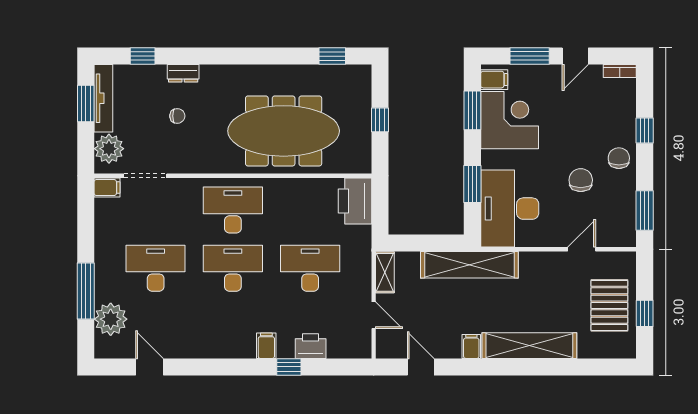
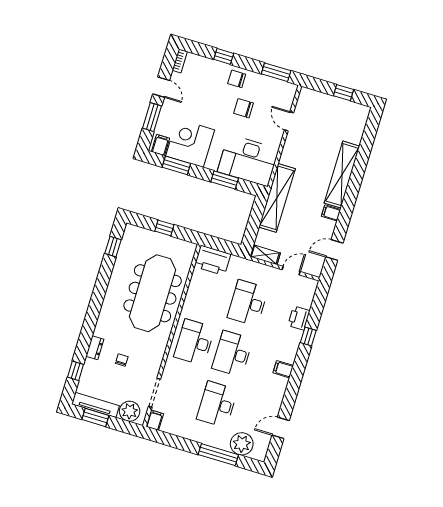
pallet: (609, 305) -> (331, 114), removed
filing cabinet: (266, 346) -> (283, 369), moved

